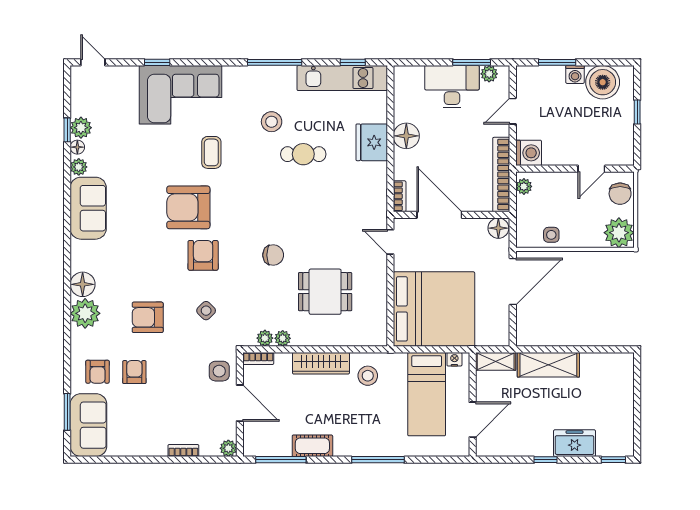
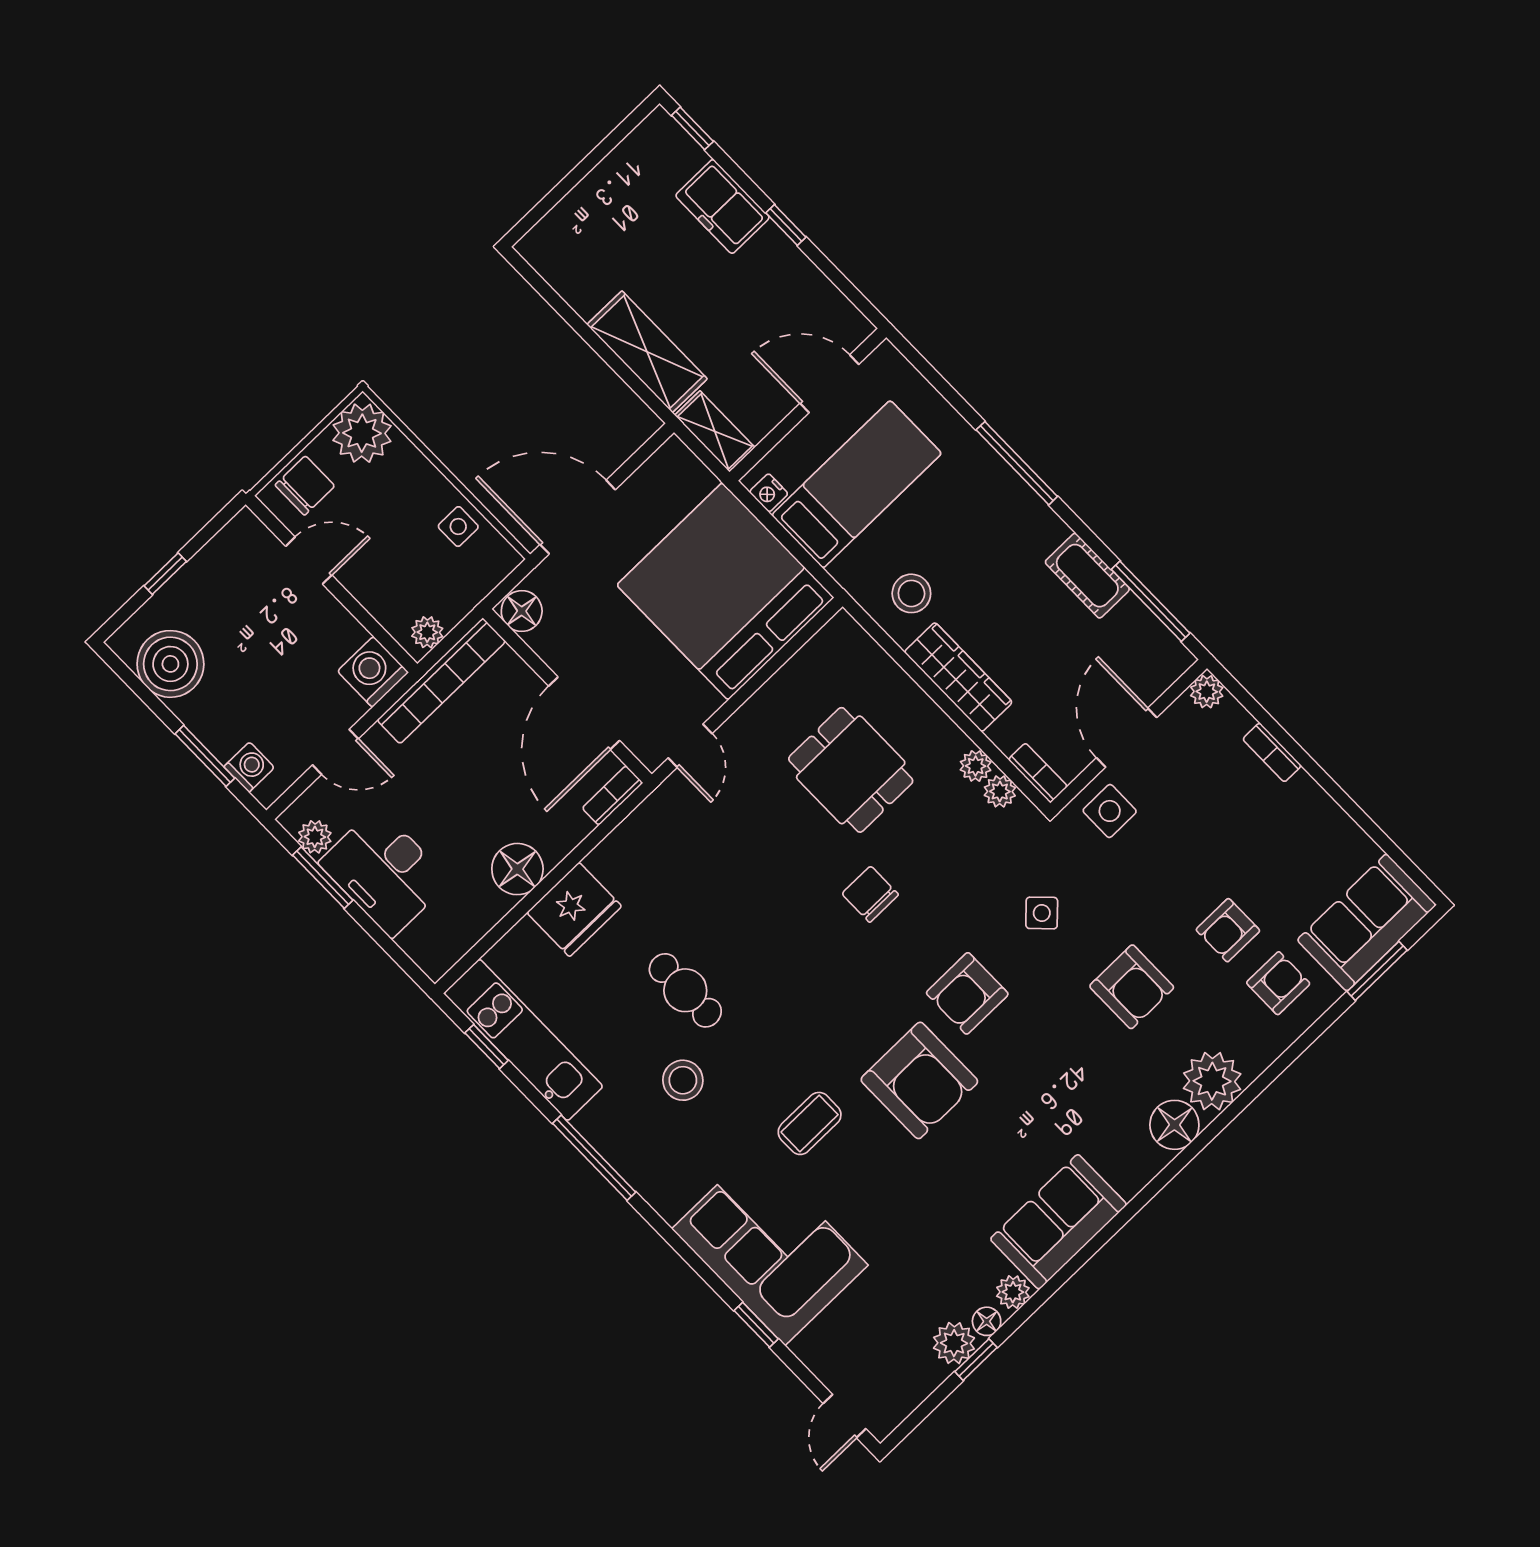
washing machine: (575, 74) -> (249, 767), moved

